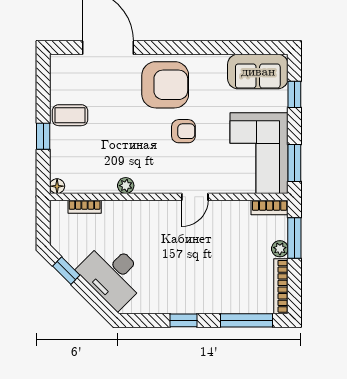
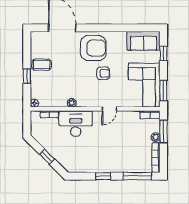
window: (66, 271) -> (47, 157), moved
desk: (113, 274) -> (76, 124), moved, turned 135

